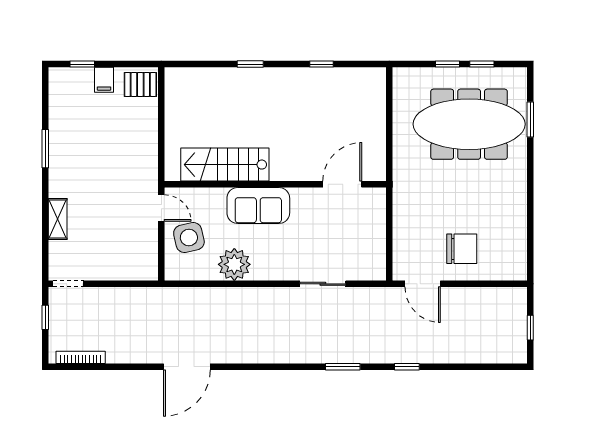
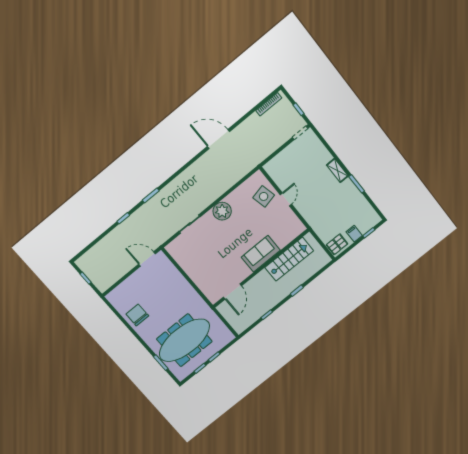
stairs: (225, 165) -> (289, 259), moved
wall: (275, 184) -> (261, 268), moved
door: (342, 184) -> (232, 291), moved
sofa: (258, 205) -> (261, 254), moved
door: (161, 208) -> (286, 199), swing flipped
shelving: (58, 219) -> (337, 170), moved
chair: (462, 249) -> (137, 315), moved, turned 90
plant: (234, 264) -> (222, 211), moved
door: (187, 367) -> (219, 139), hinge flipped

